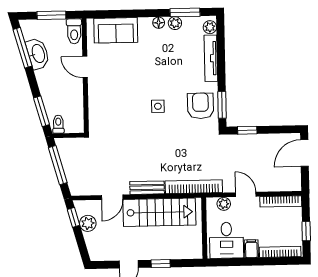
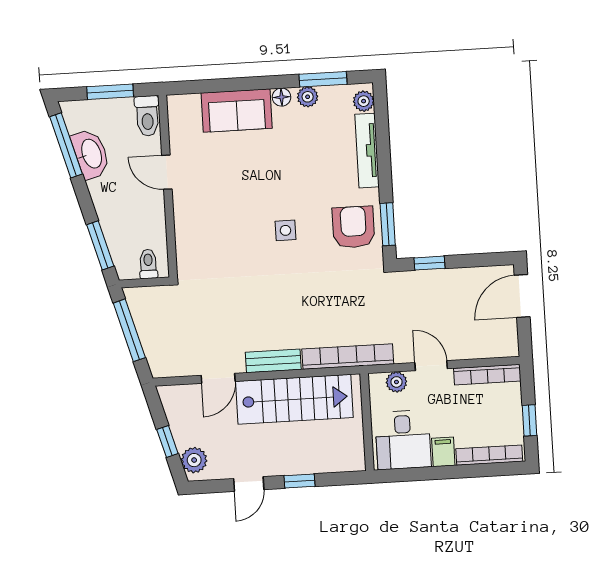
sofa: (116, 30) -> (237, 111), moved
toilet: (58, 124) -> (148, 264), moved
window: (73, 217) -> (167, 441), moved
plant: (88, 223) -> (194, 460), moved

